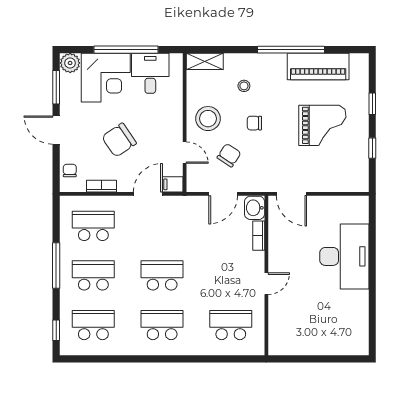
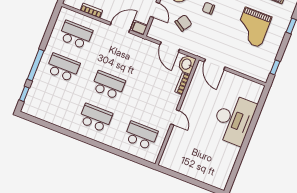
grand piano: (322, 125) -> (253, 27), turned 90
window: (372, 148) -> (275, 67), moved
door: (223, 194) -> (170, 47), hinge flipped
window: (56, 265) -> (36, 65), moved
door: (266, 284) -> (175, 117), hinge flipped
school desk: (93, 325) -> (50, 100), removed

